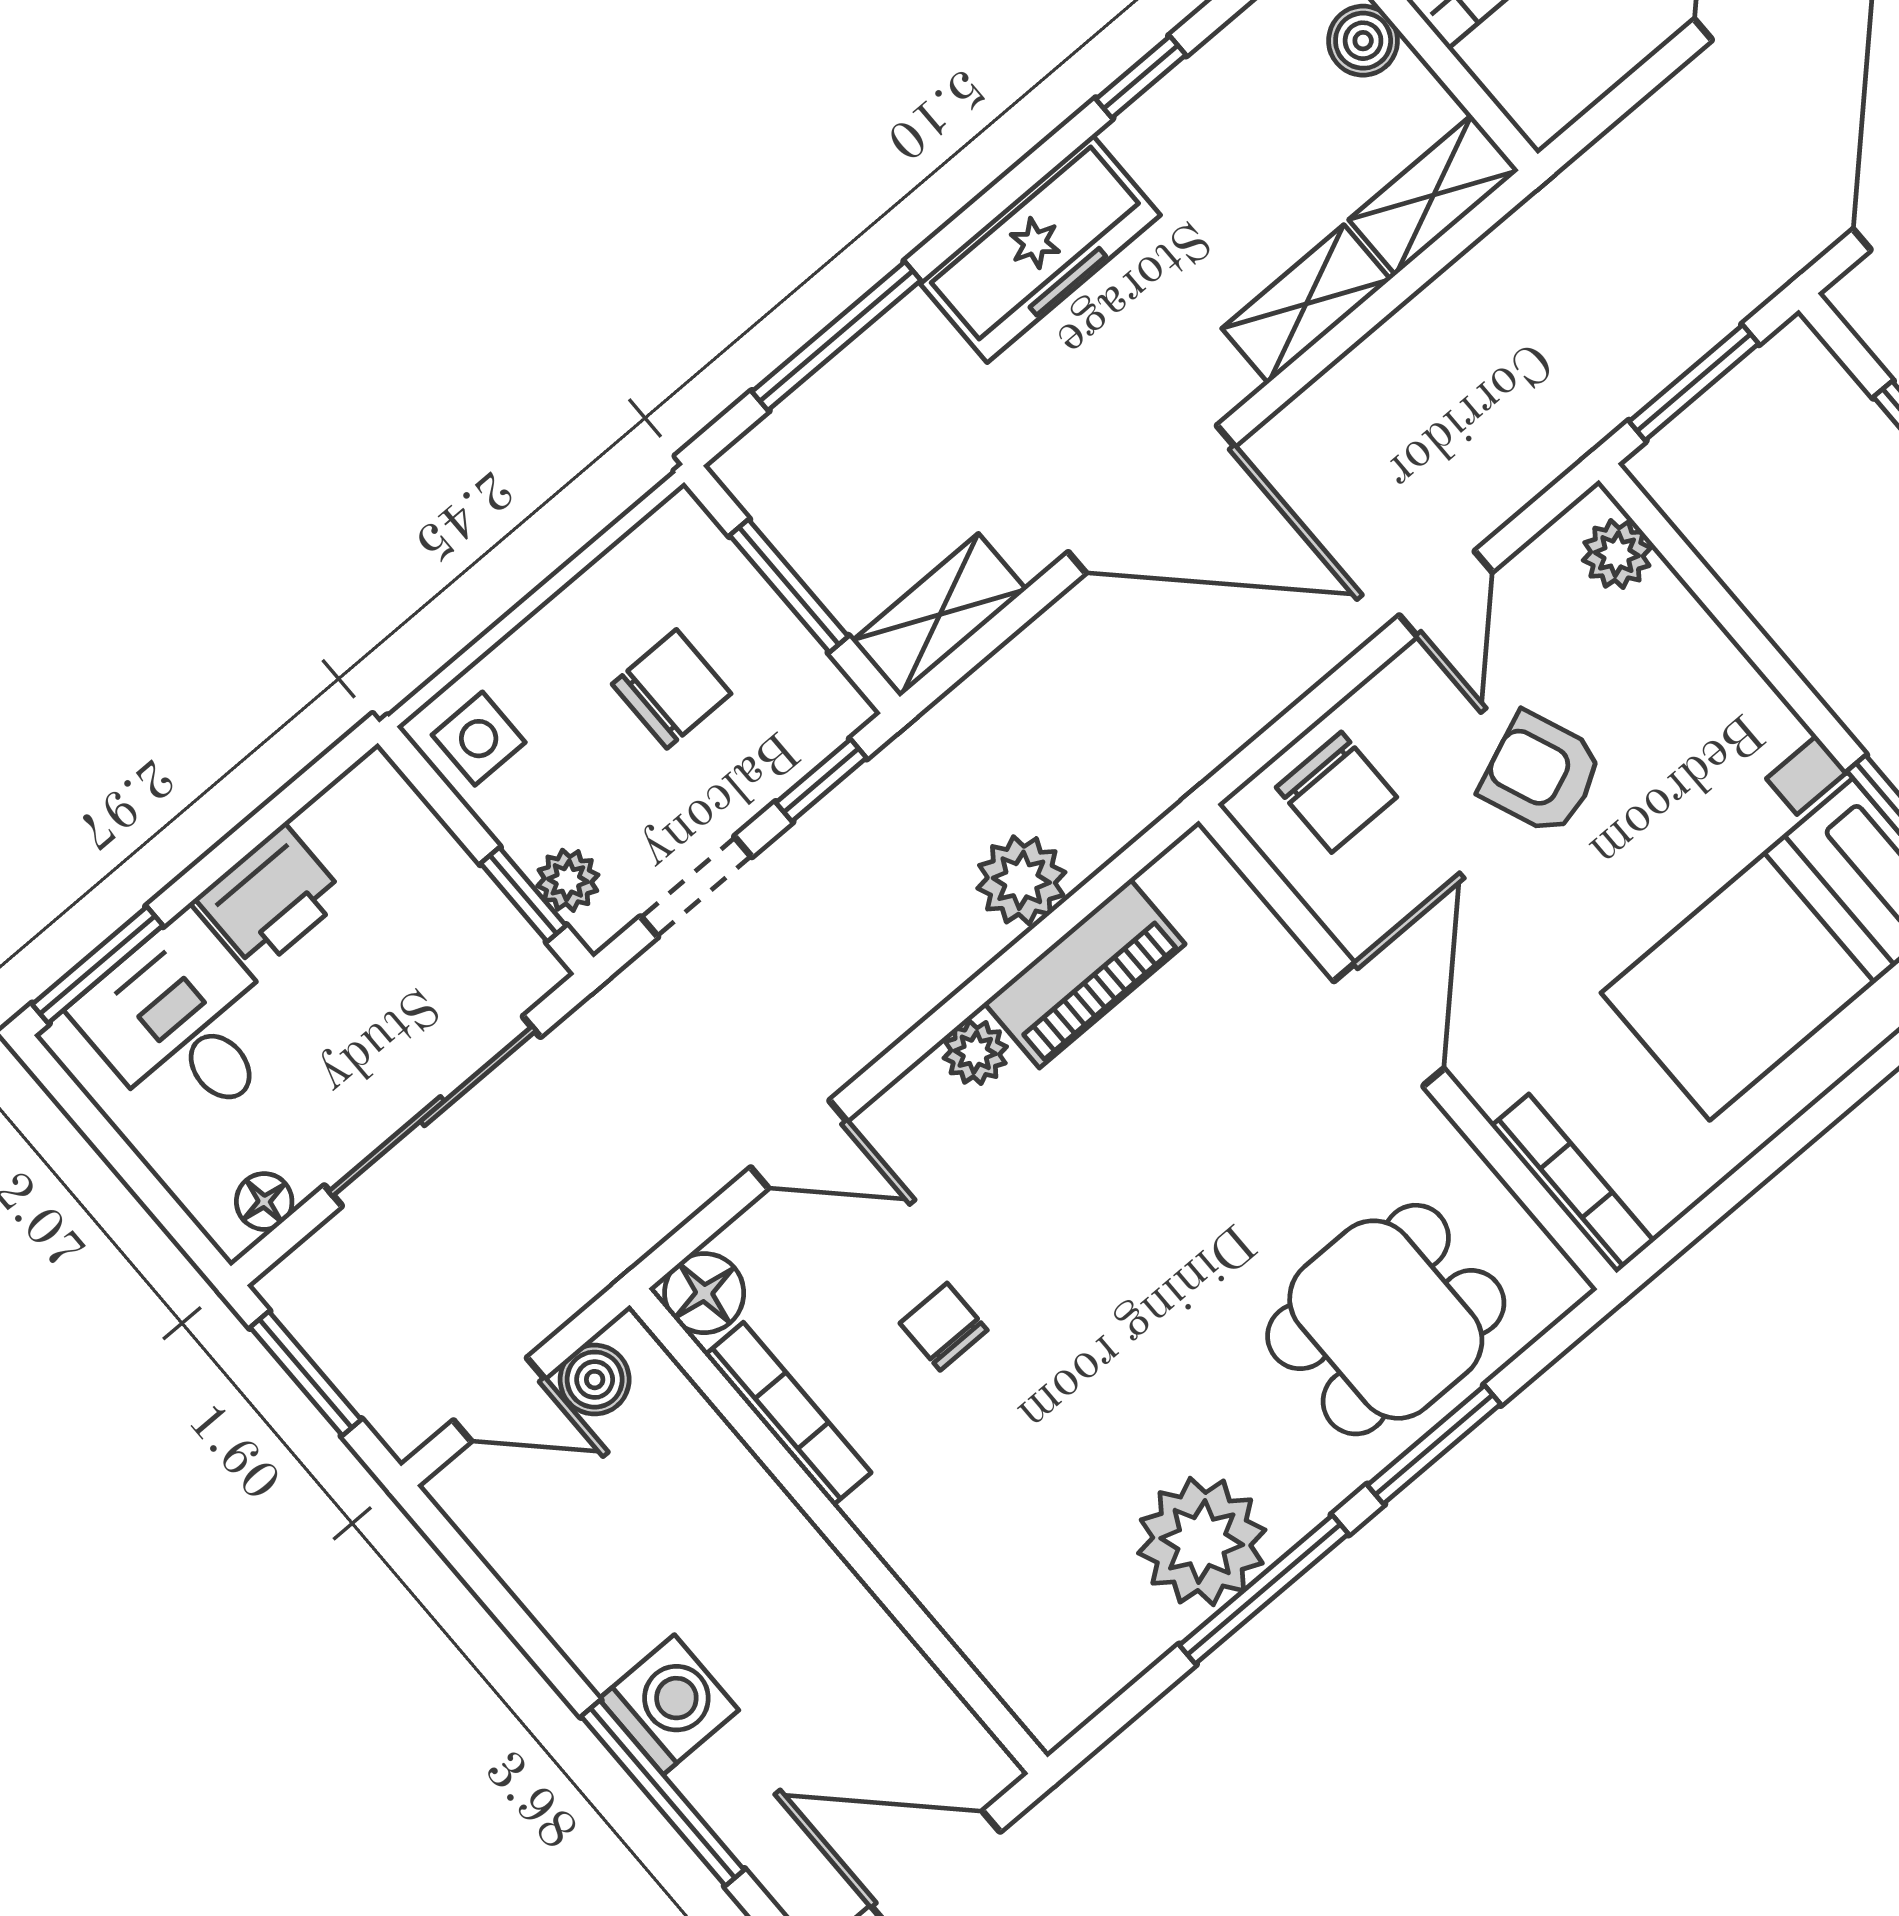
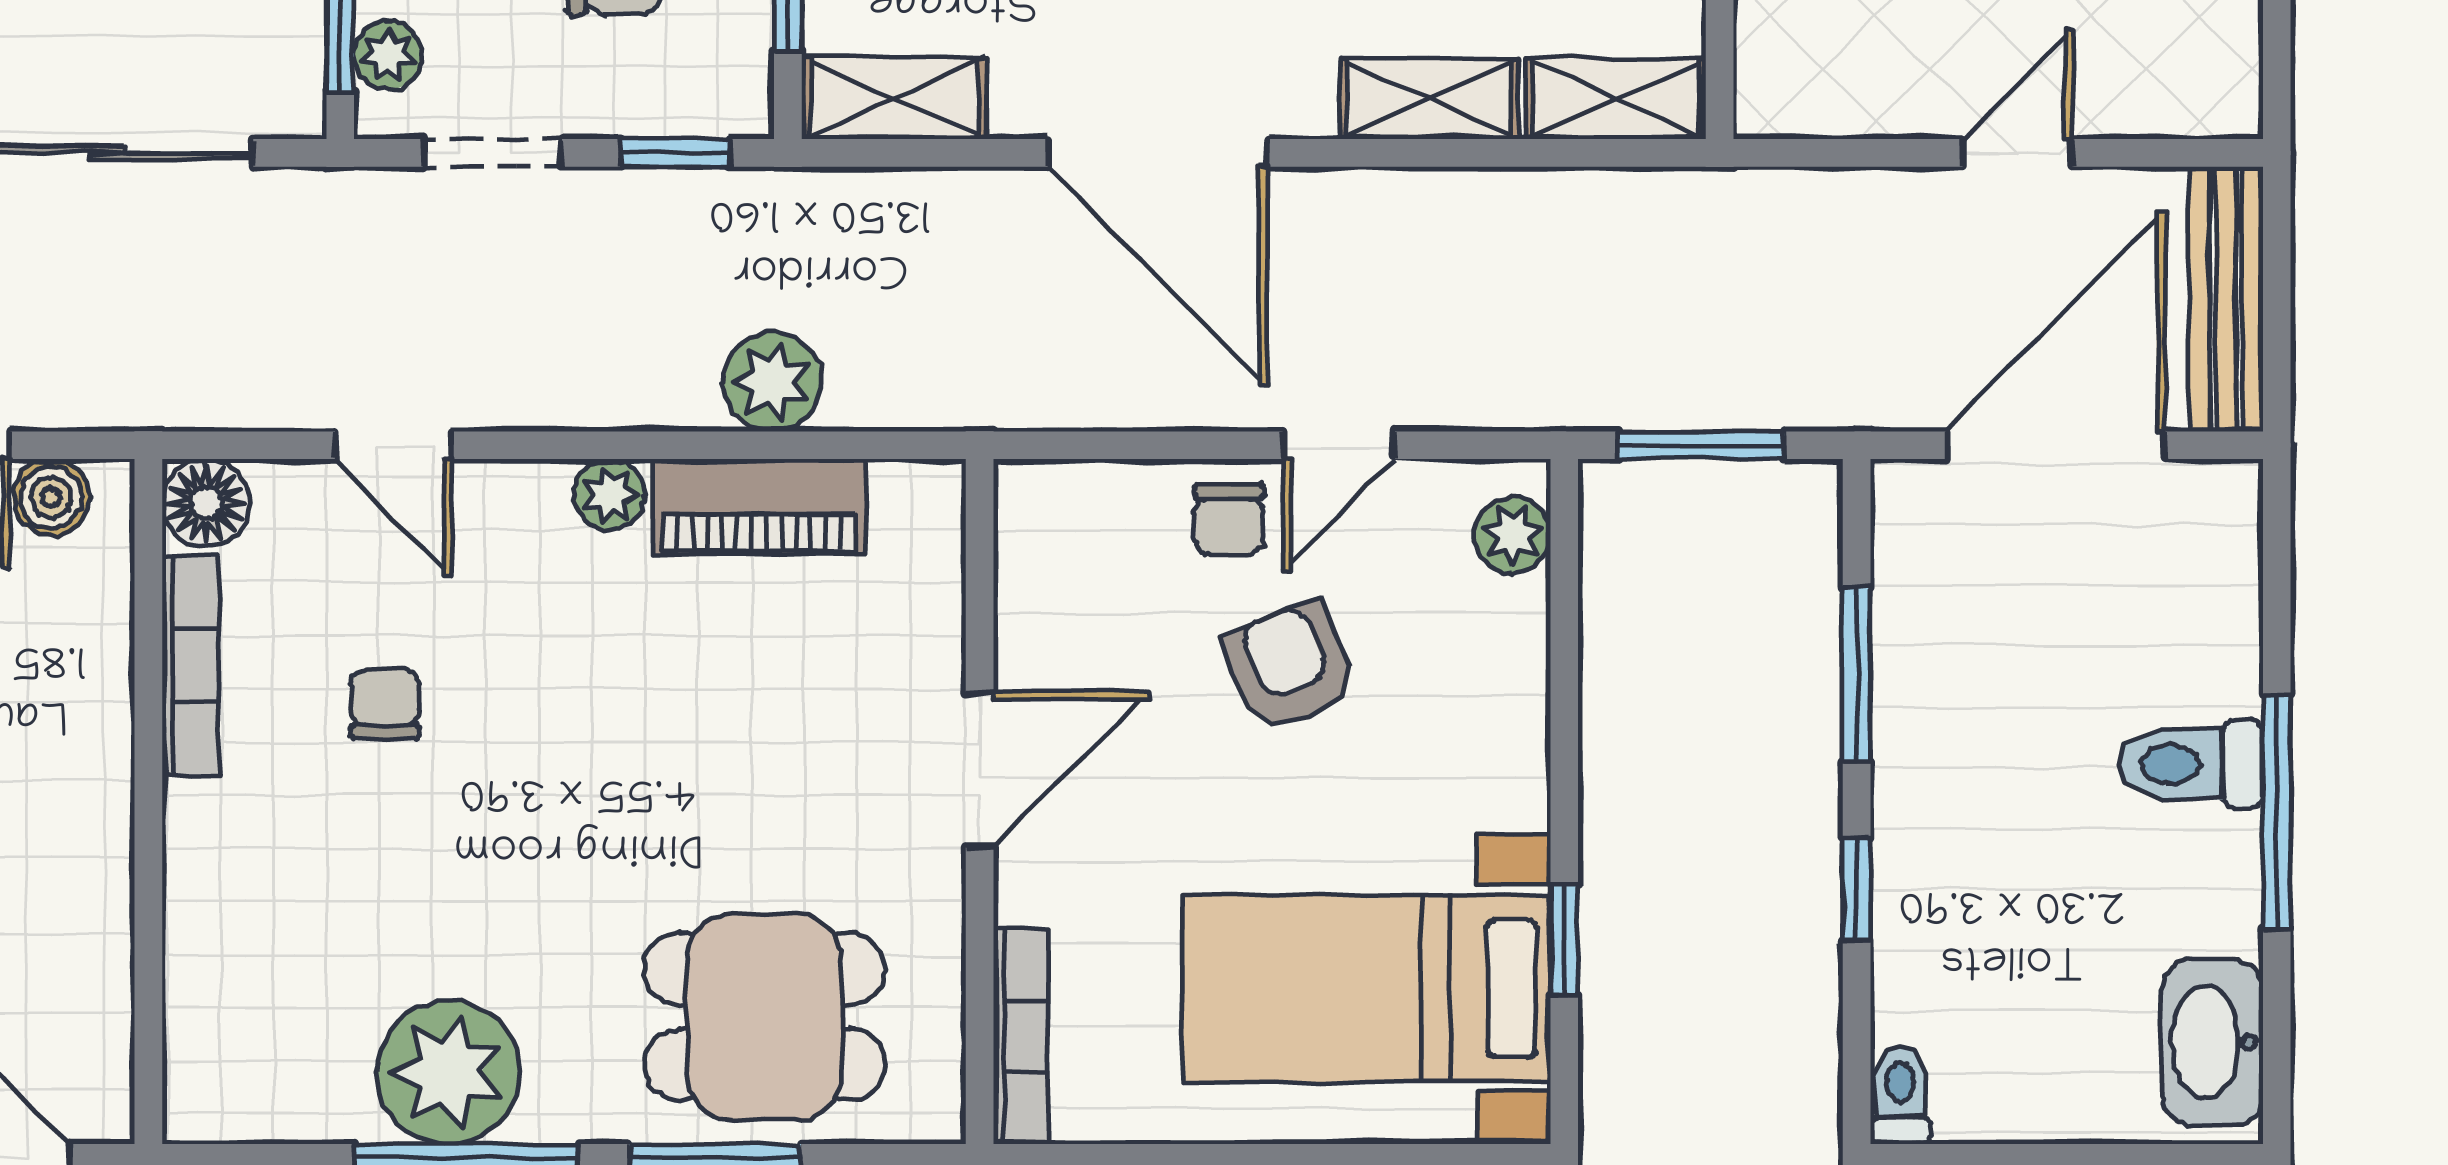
chair: (1336, 792) -> (1229, 520), moved, width x0.73, depth x0.73

